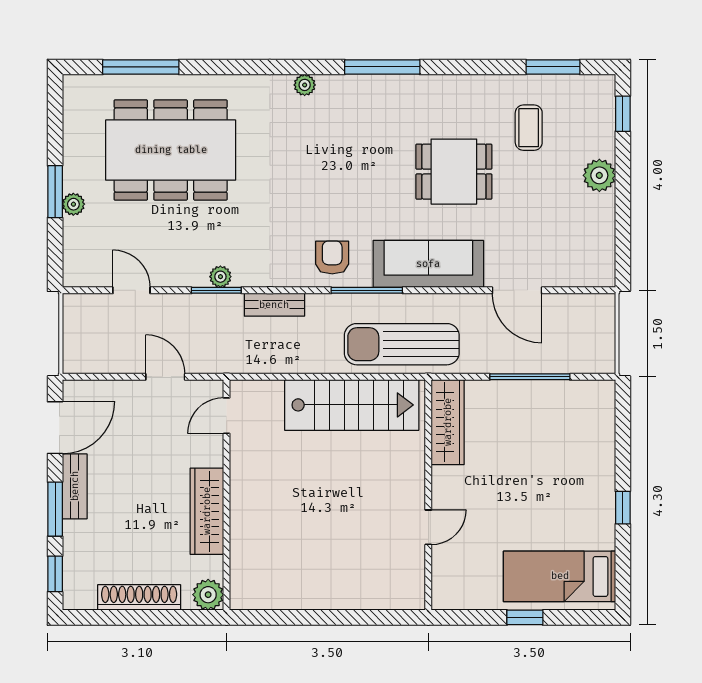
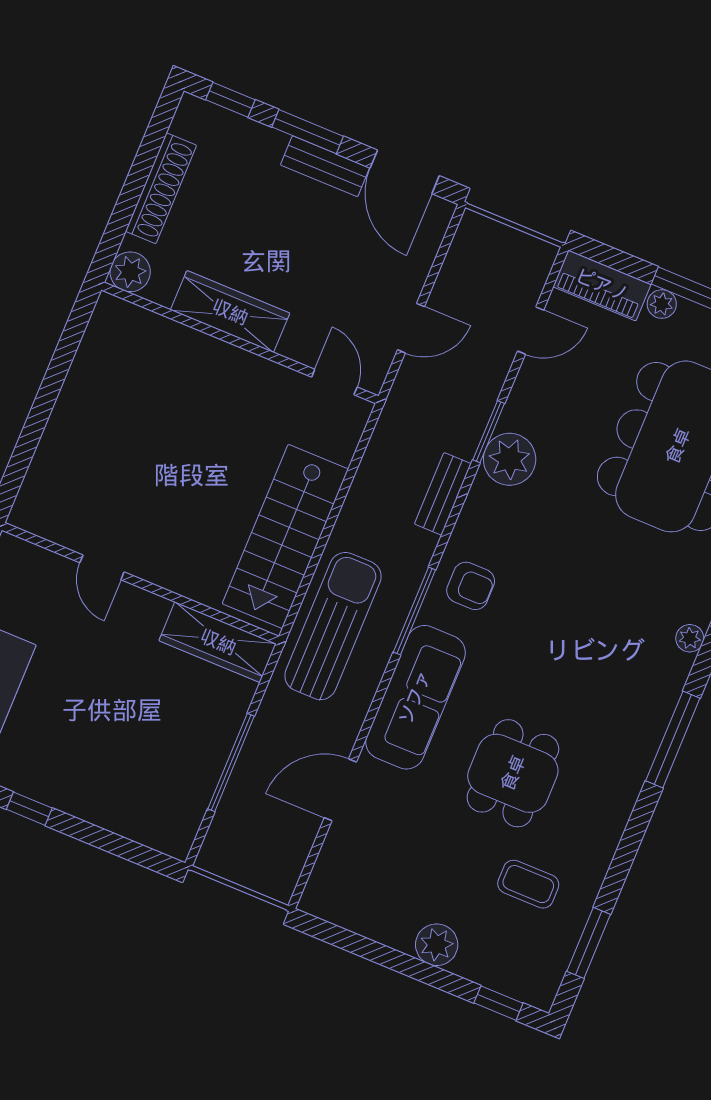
piano: (78, 253) -> (602, 285), added
plant: (220, 277) -> (510, 459), width x1.88, depth x1.88

